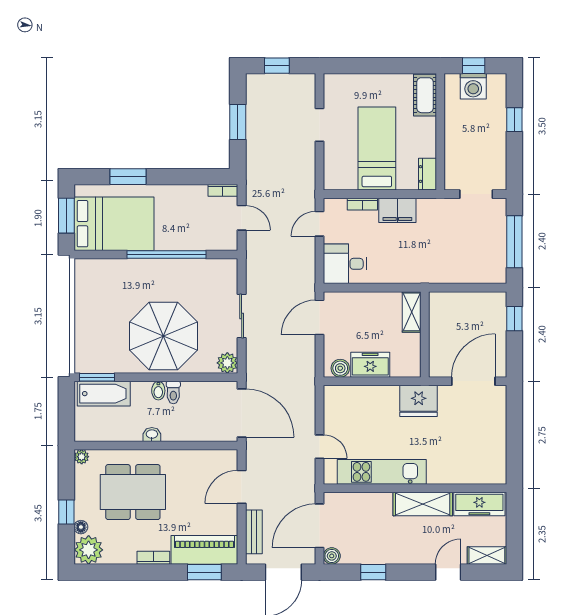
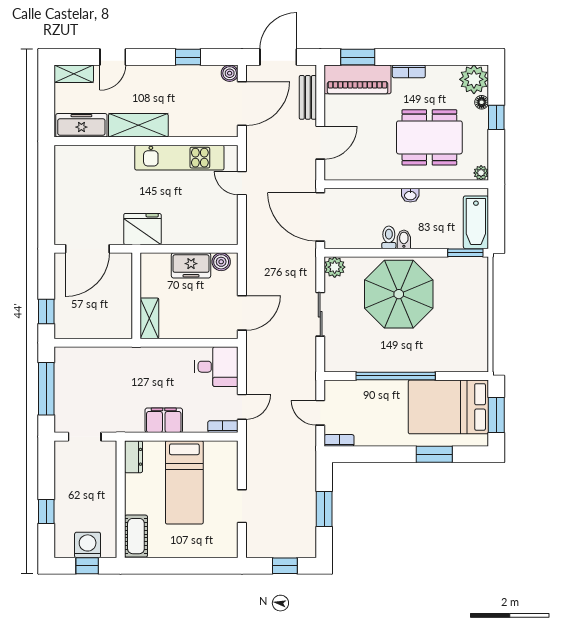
bookcase: (362, 204) -> (223, 427), moved
bathtub: (104, 394) -> (476, 222), moved, turned -90

